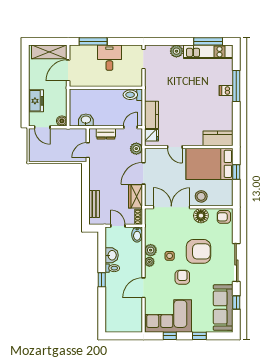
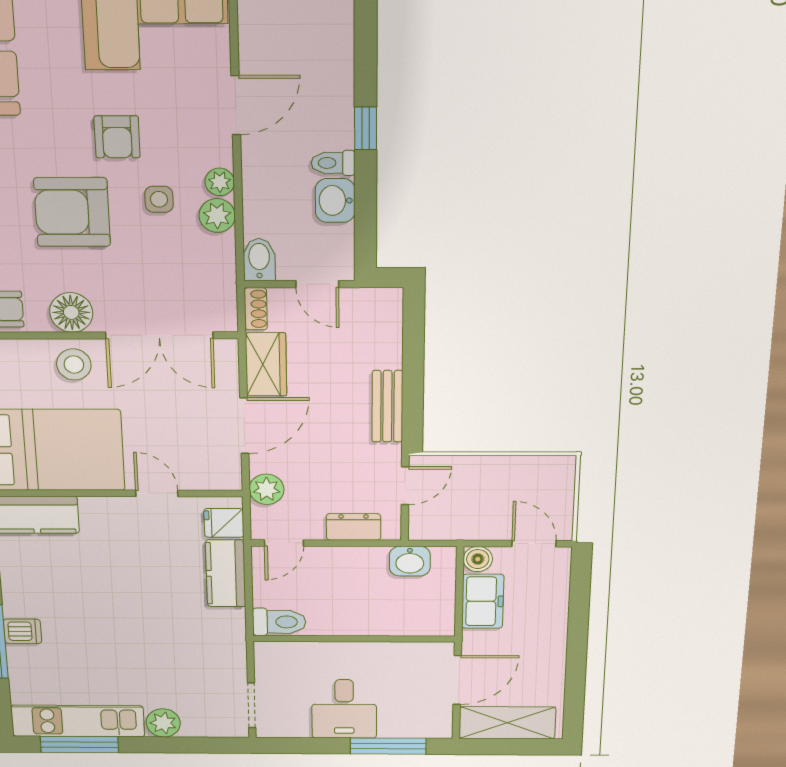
freezer: (36, 101) -> (483, 601), moved, turned 180
bench: (94, 204) -> (387, 406), moved

